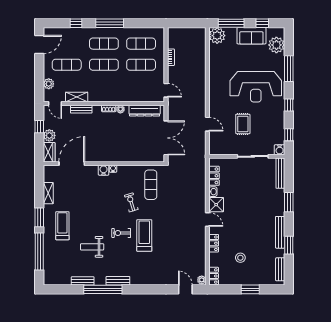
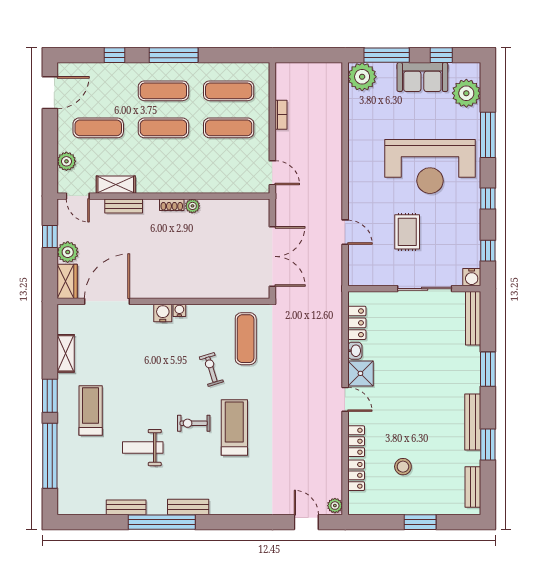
dresser: (145, 111) -> (235, 208), removed
locker: (214, 276) -> (356, 475), moved

